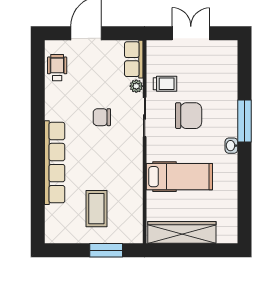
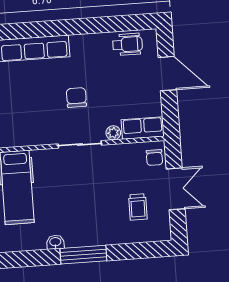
trolley: (165, 84) -> (138, 207), moved
chair: (189, 116) -> (154, 158), moved, width x0.54, depth x0.54

